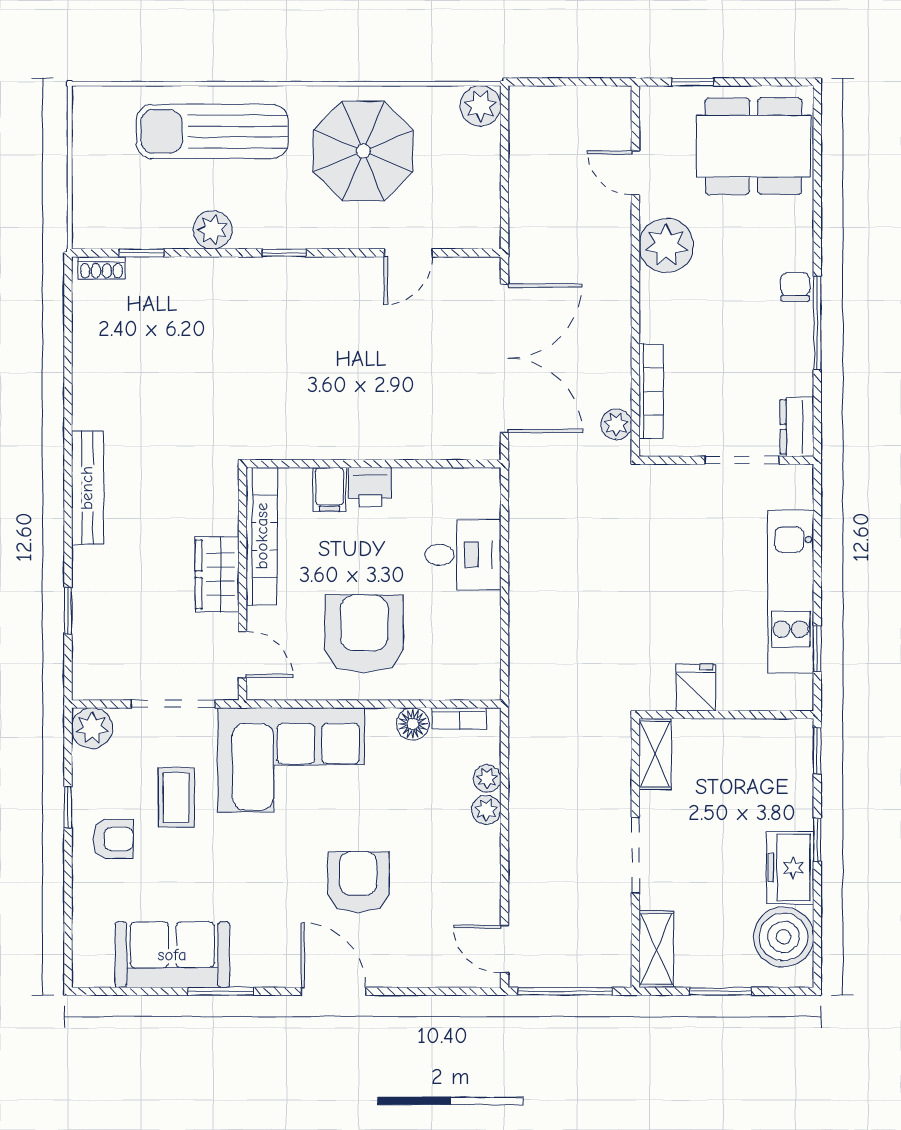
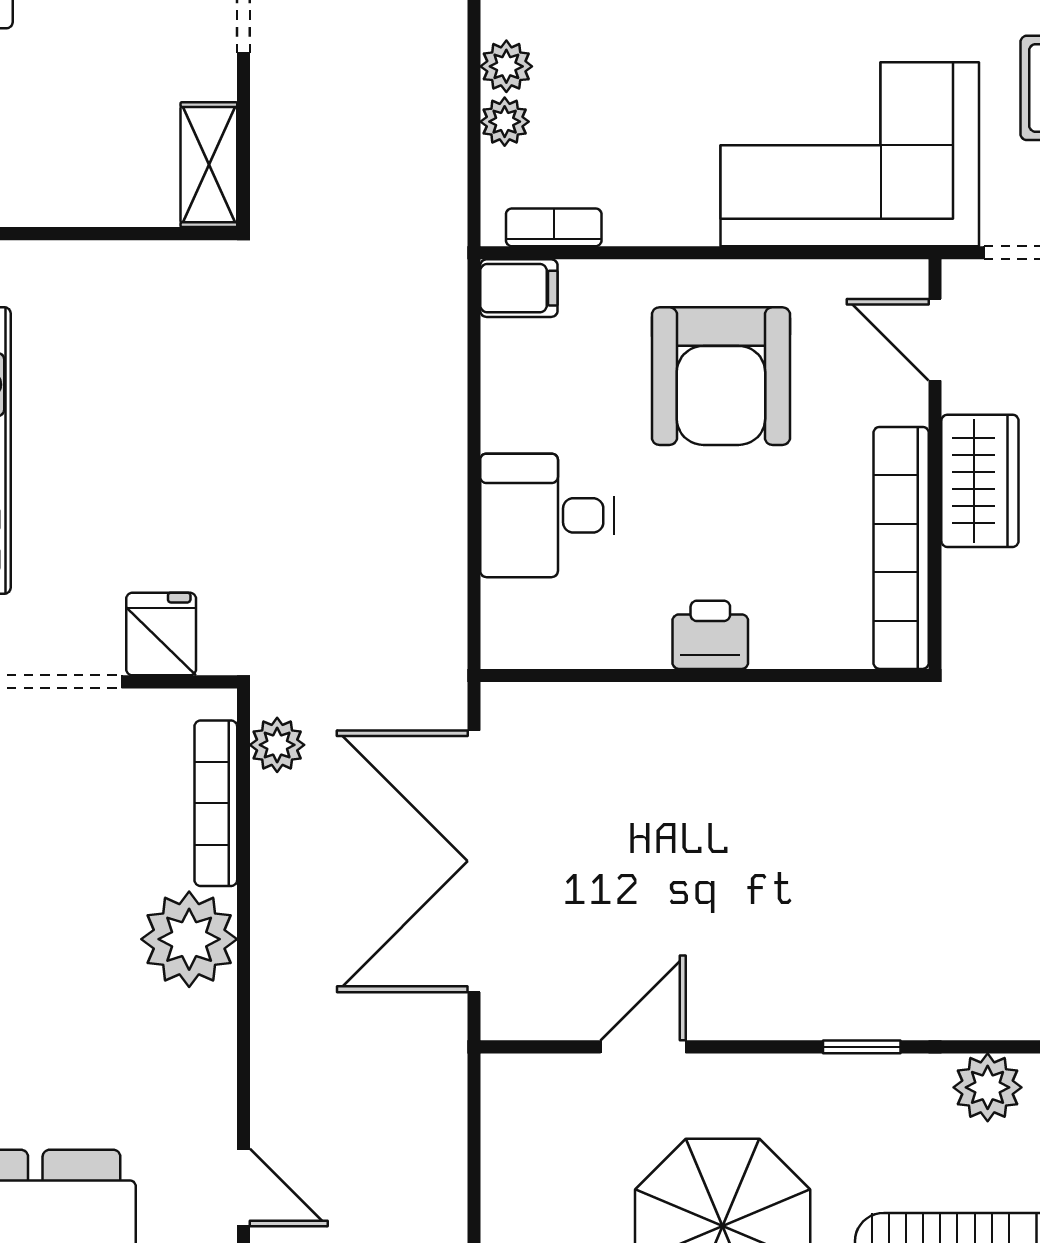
plant: (666, 245) -> (189, 939), moved
filing cabinet: (330, 489) -> (519, 288), moved, turned 90
fridge: (696, 688) -> (161, 634), moved, turned 180
floor lamp: (413, 724) -> (635, 218), removed

